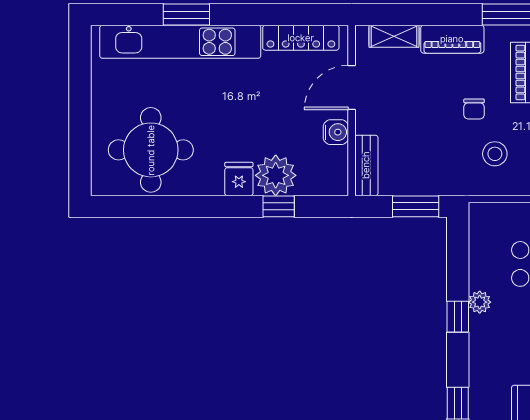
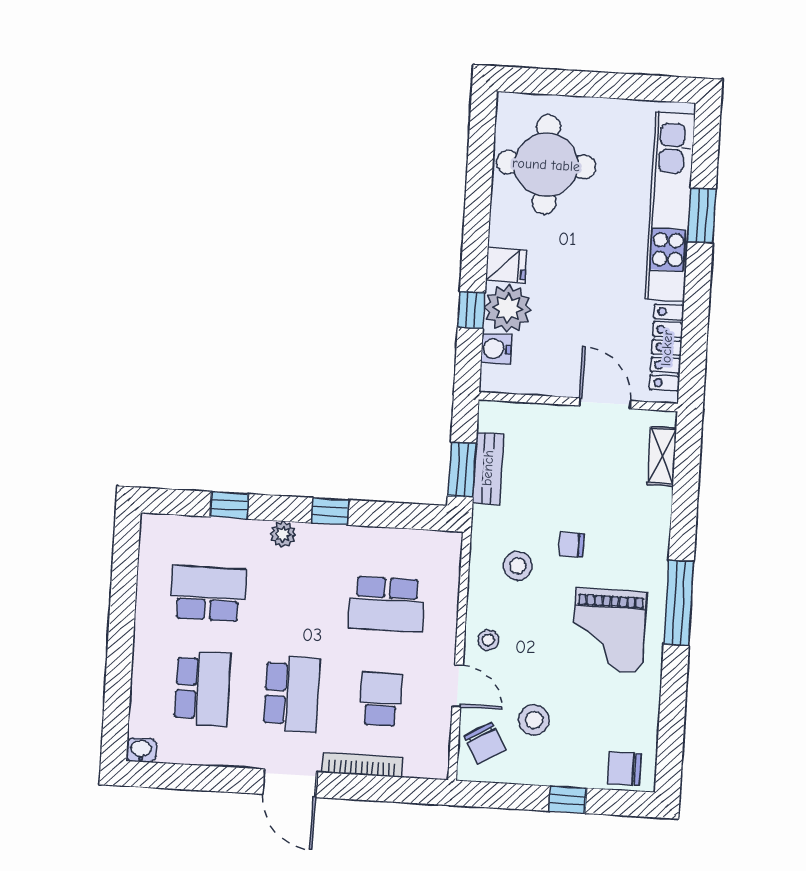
piano: (452, 39) -> (654, 524), removed
water cooler: (336, 132) -> (496, 349), moved, turned 90
bench: (366, 165) -> (488, 468), moved, turned 90
plant: (480, 302) -> (283, 534), moved

